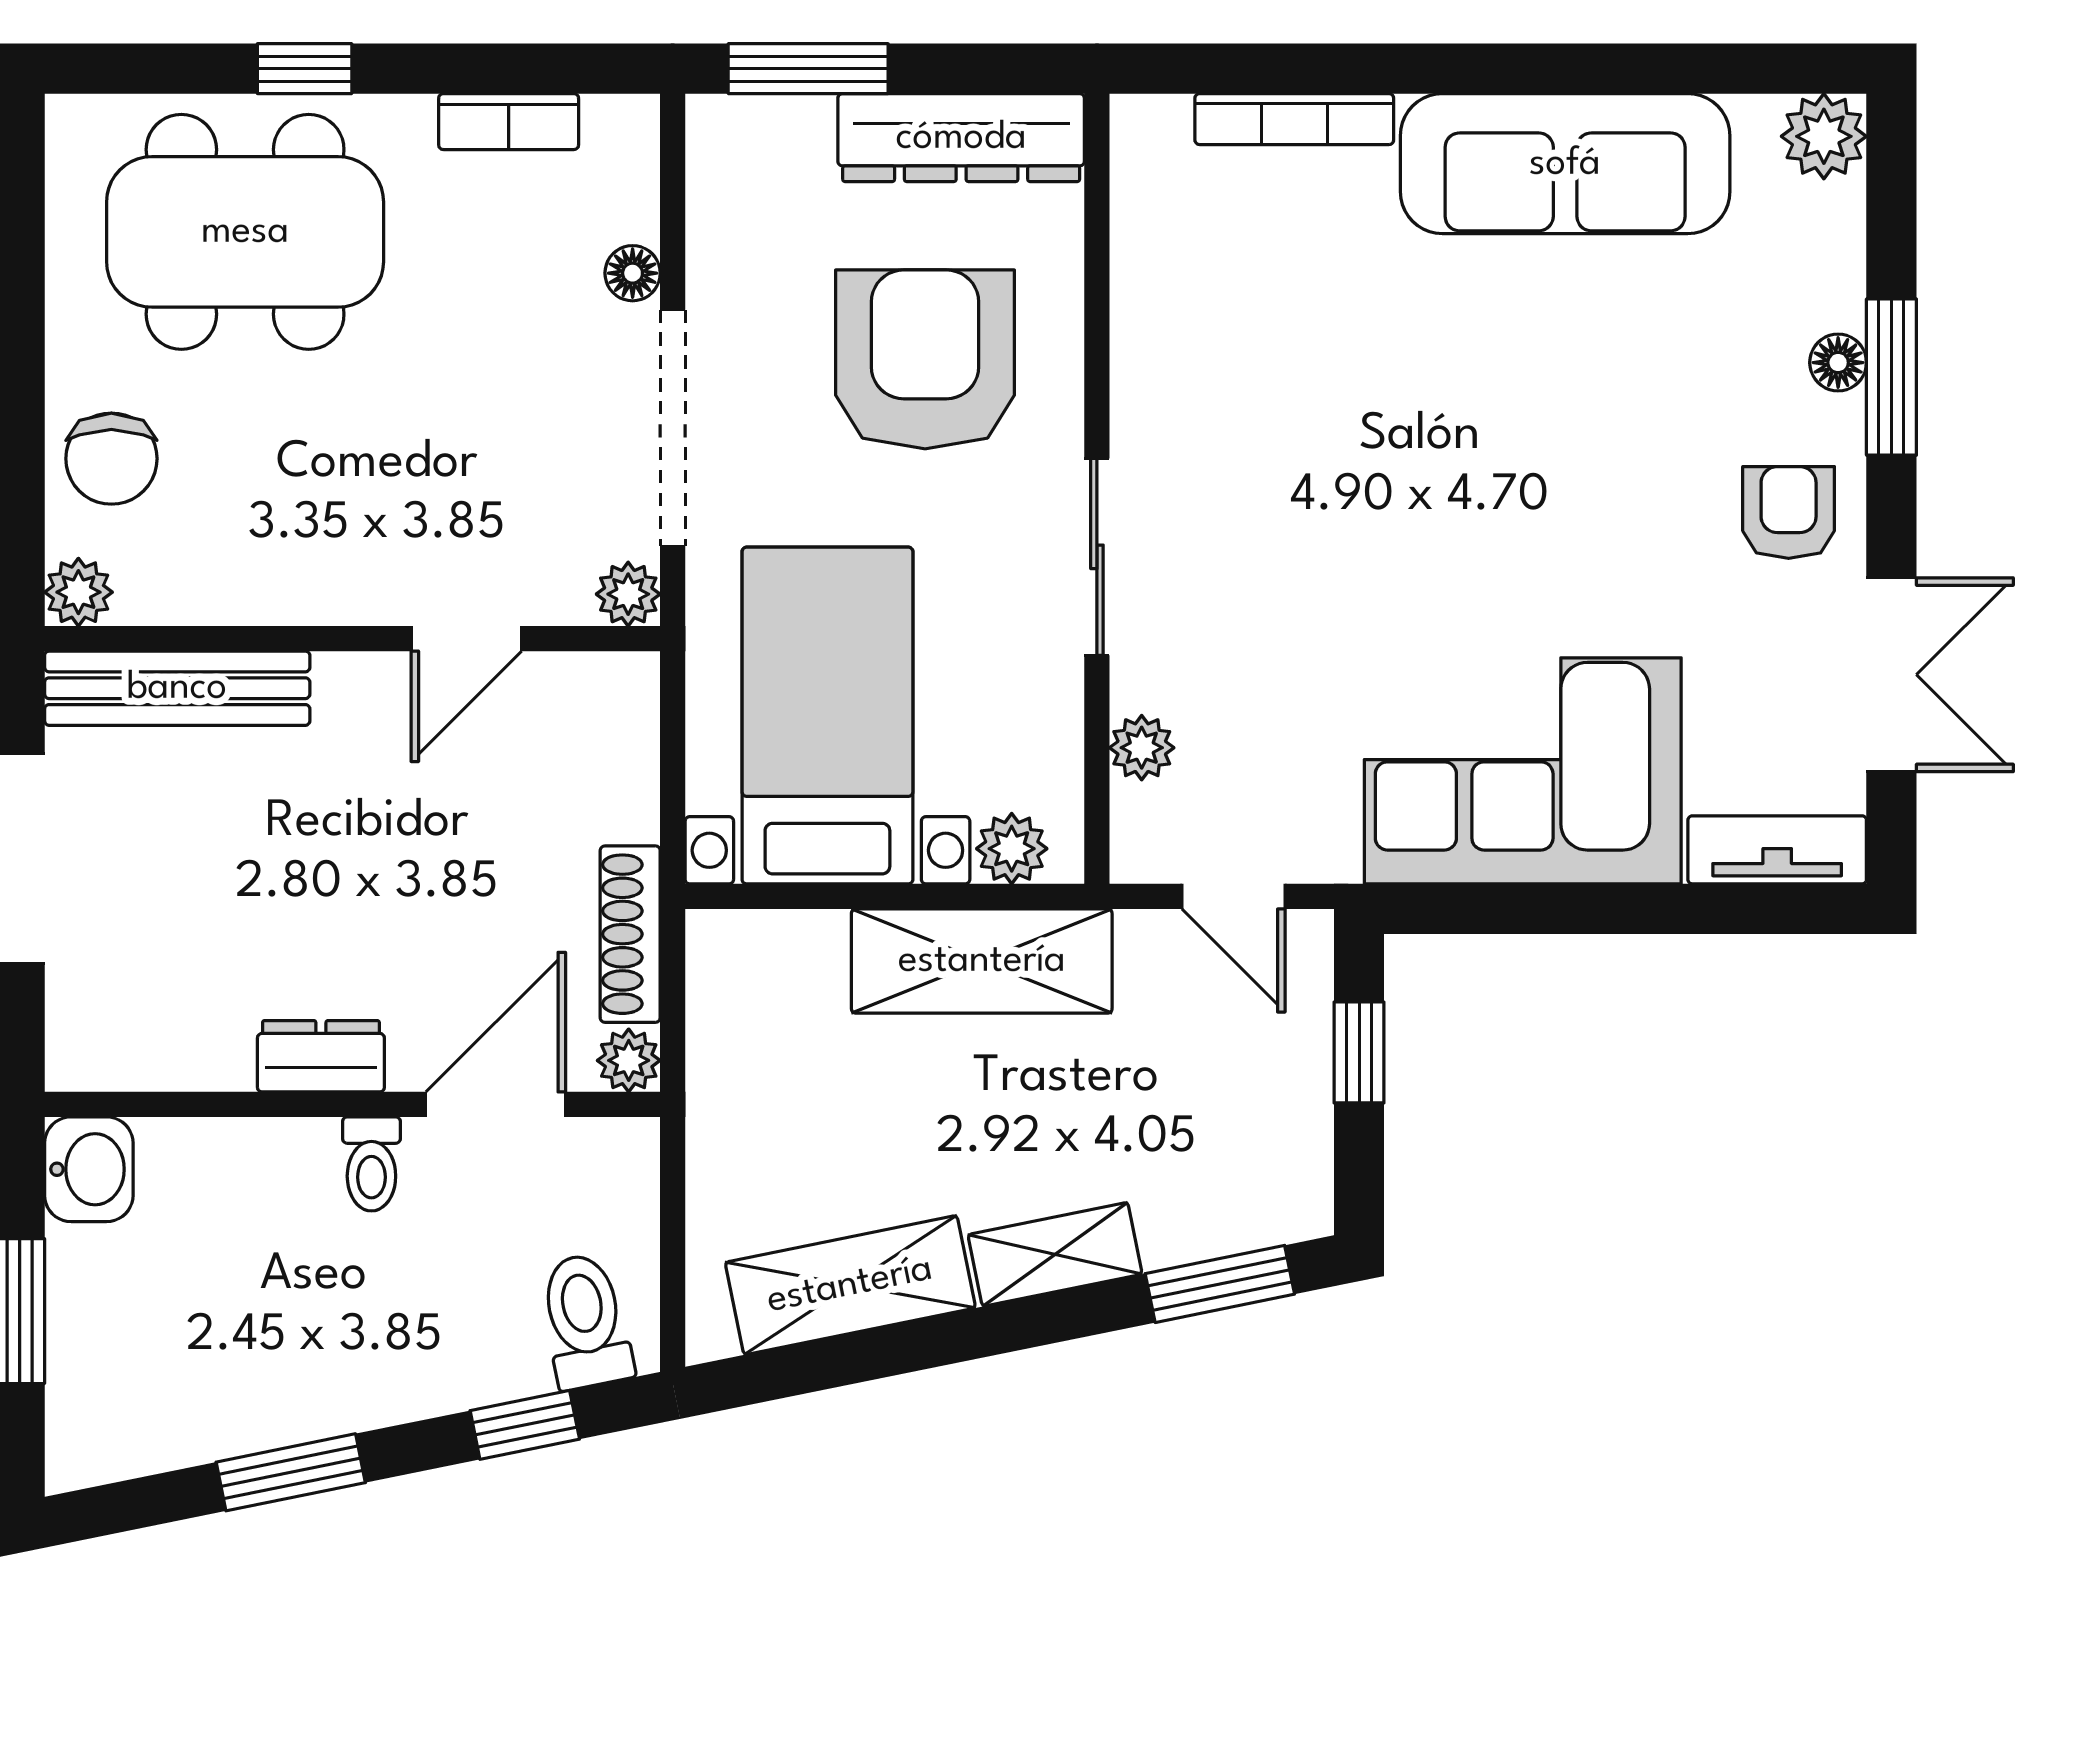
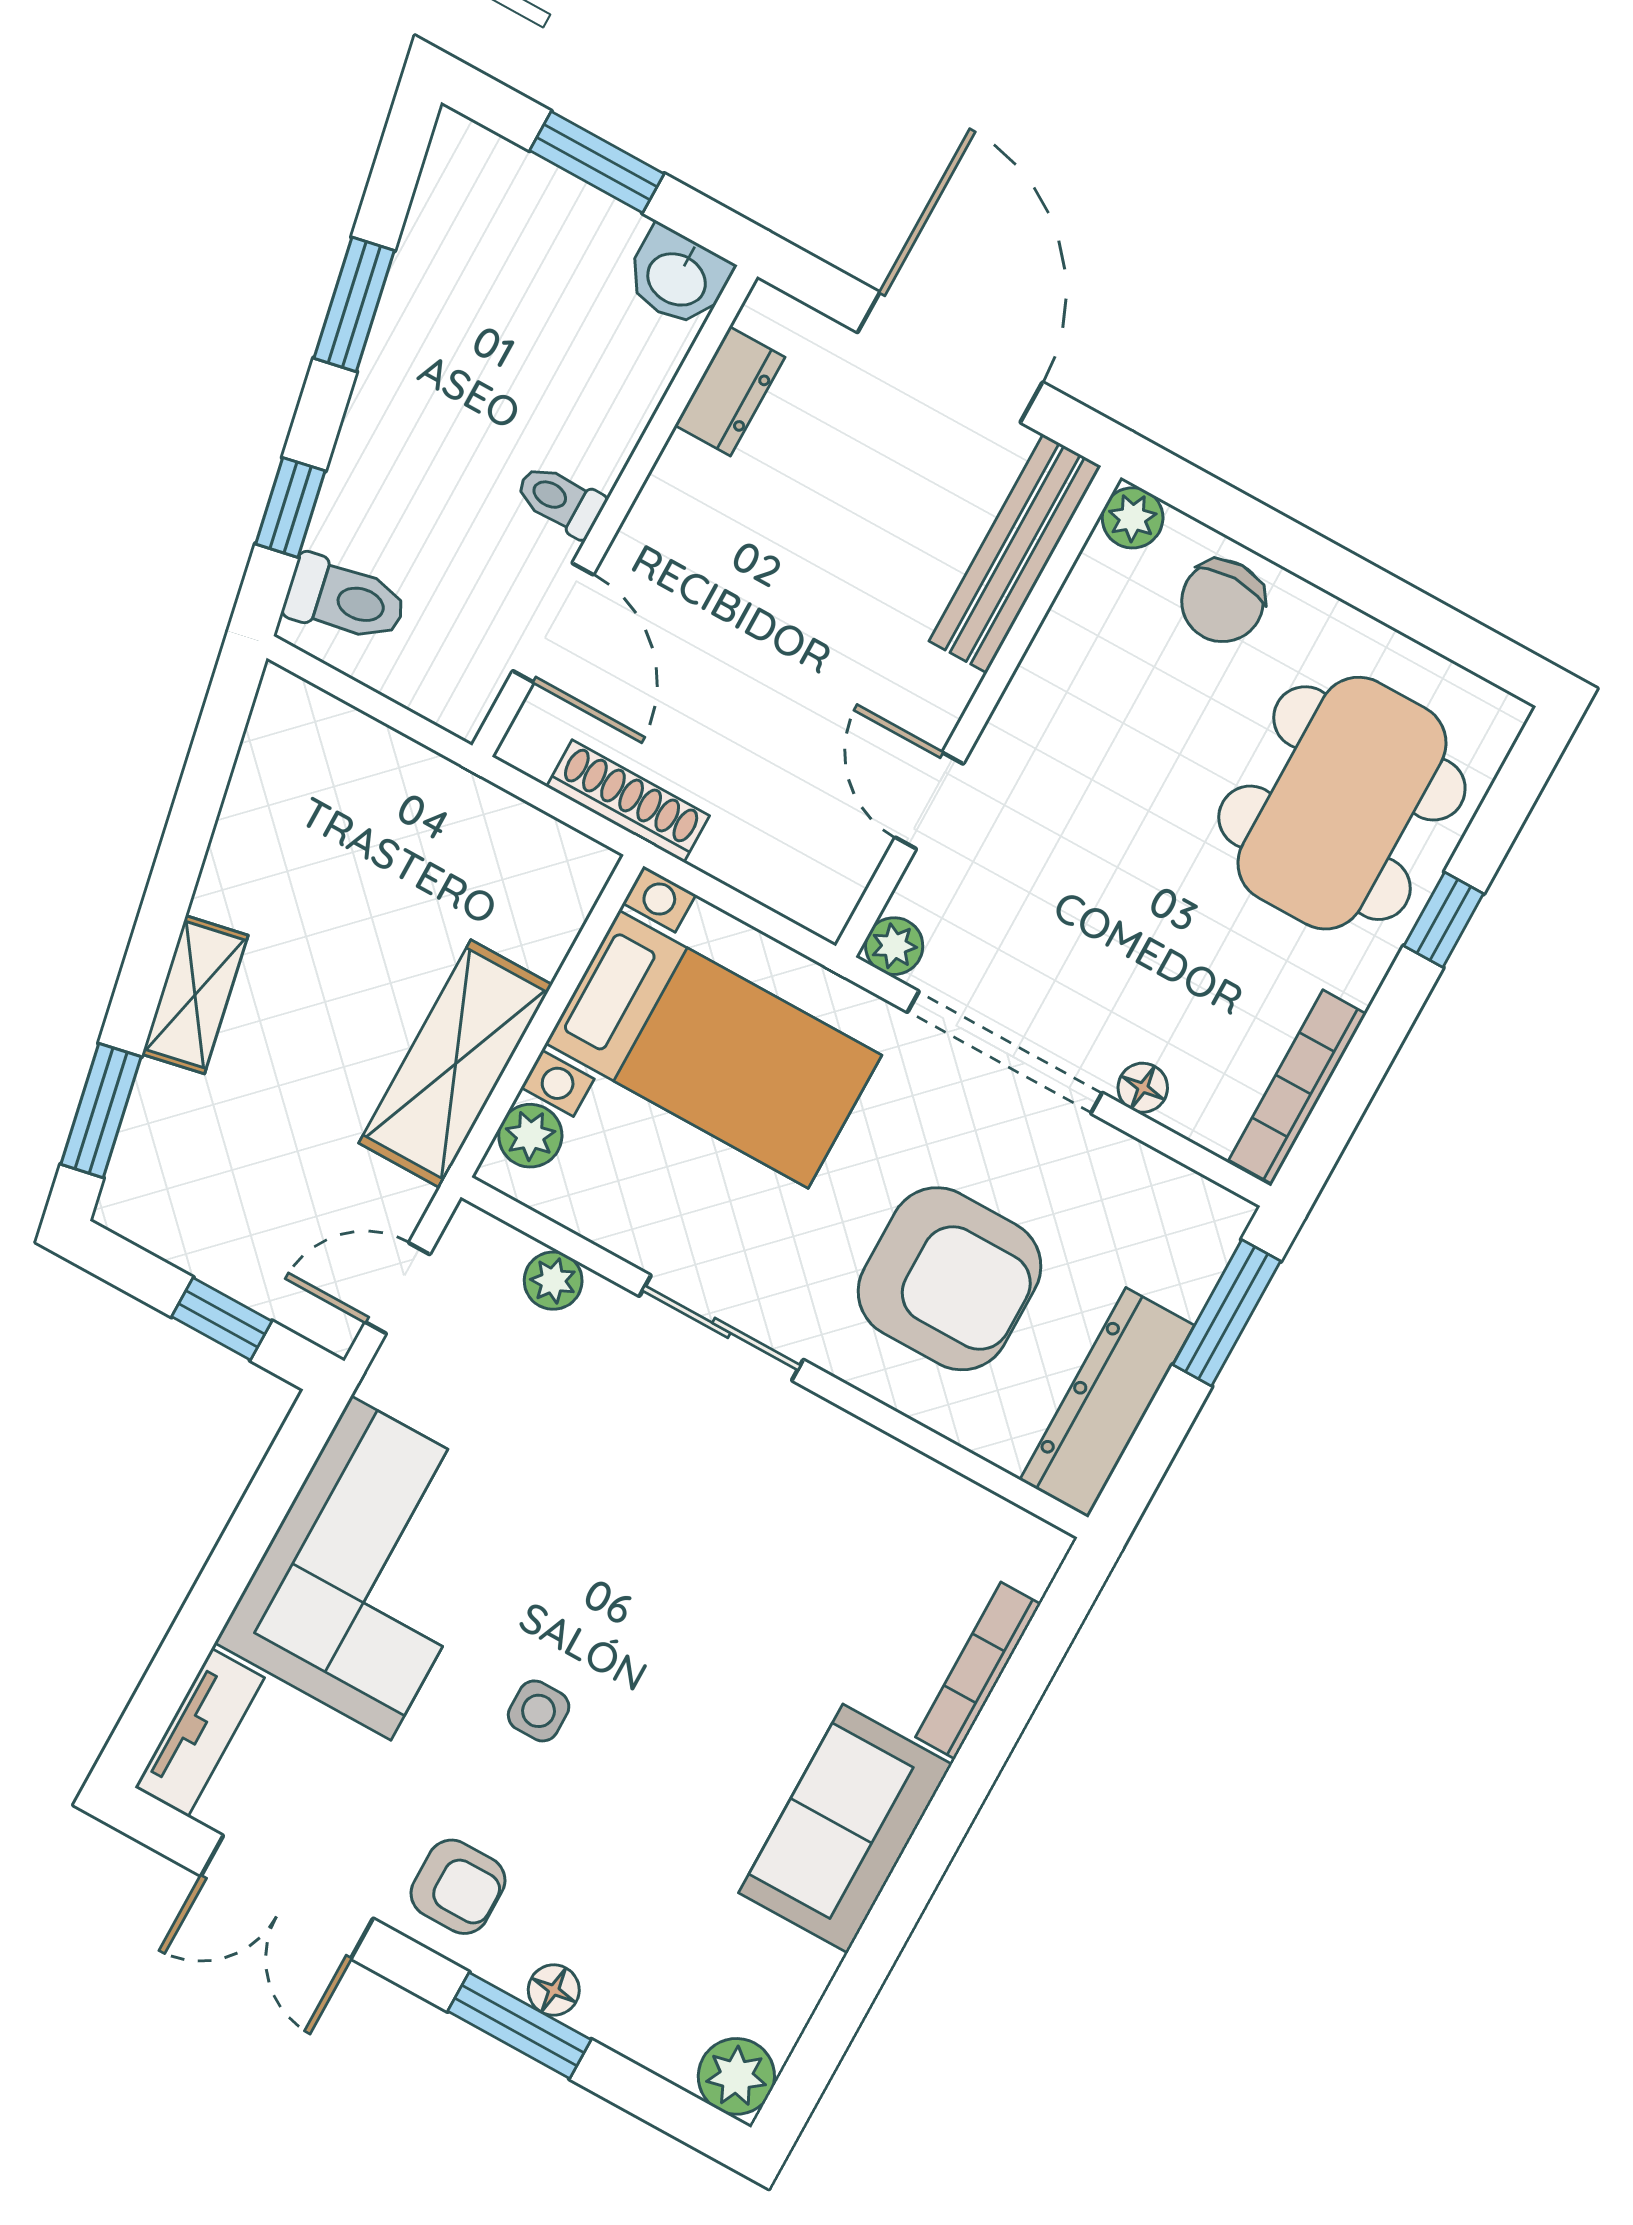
bookcase: (509, 122) -> (1298, 1087), width x1.56
sofa: (1565, 164) -> (845, 1829), width x0.73
chair: (111, 459) -> (1223, 601), turned -90
side table: (1572, 529) -> (539, 1711), added
dresser: (321, 1056) -> (730, 391), moved
plant: (629, 1060) -> (530, 746), removed
shelving: (850, 1285) -> (259, 822), removed

